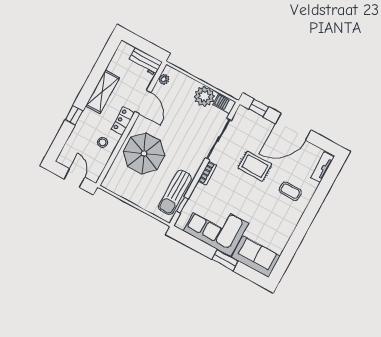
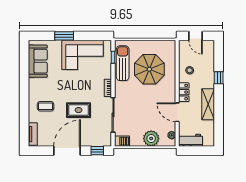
plant: (204, 96) -> (151, 138), moved
parasol: (144, 153) -> (149, 69), moved
sofa: (256, 257) -> (38, 61), moved, turned -90

